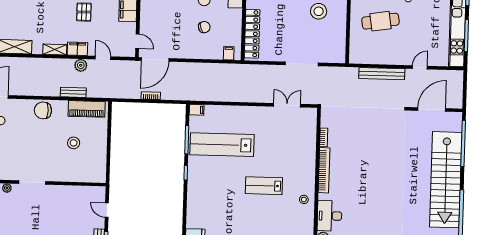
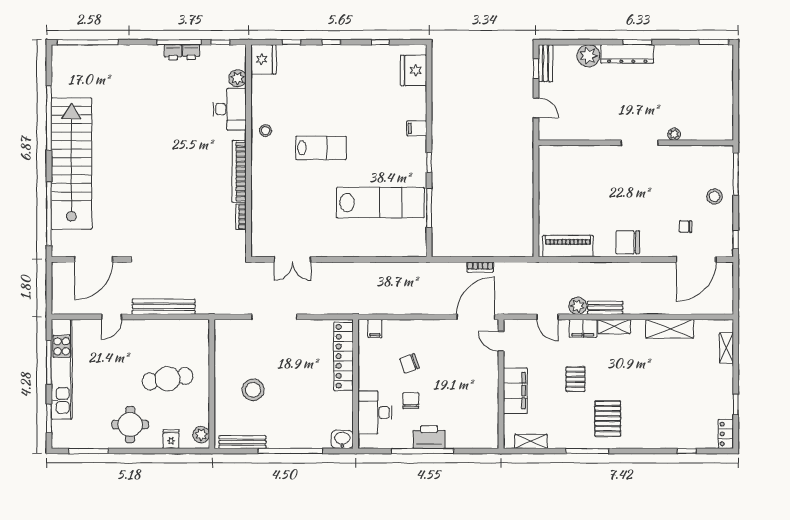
bench: (73, 92) -> (605, 308), moved
chair: (43, 110) -> (628, 242), turned 180
filing cabinet: (197, 110) -> (417, 128), moved
stool: (74, 143) -> (584, 199), removed

